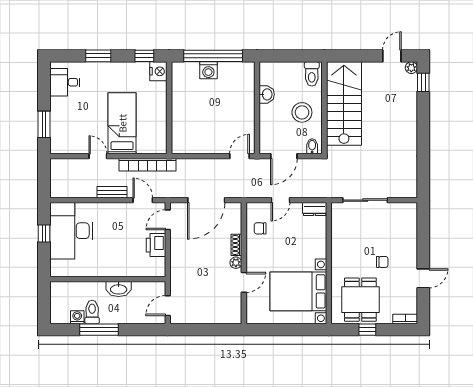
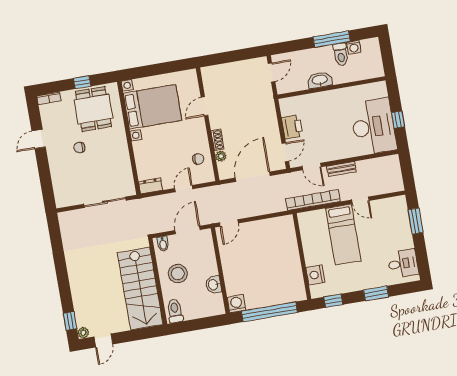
washing machine: (208, 70) -> (236, 304), moved
nightstand: (158, 71) -> (315, 275), moved
plant: (236, 263) -> (221, 156), moved

